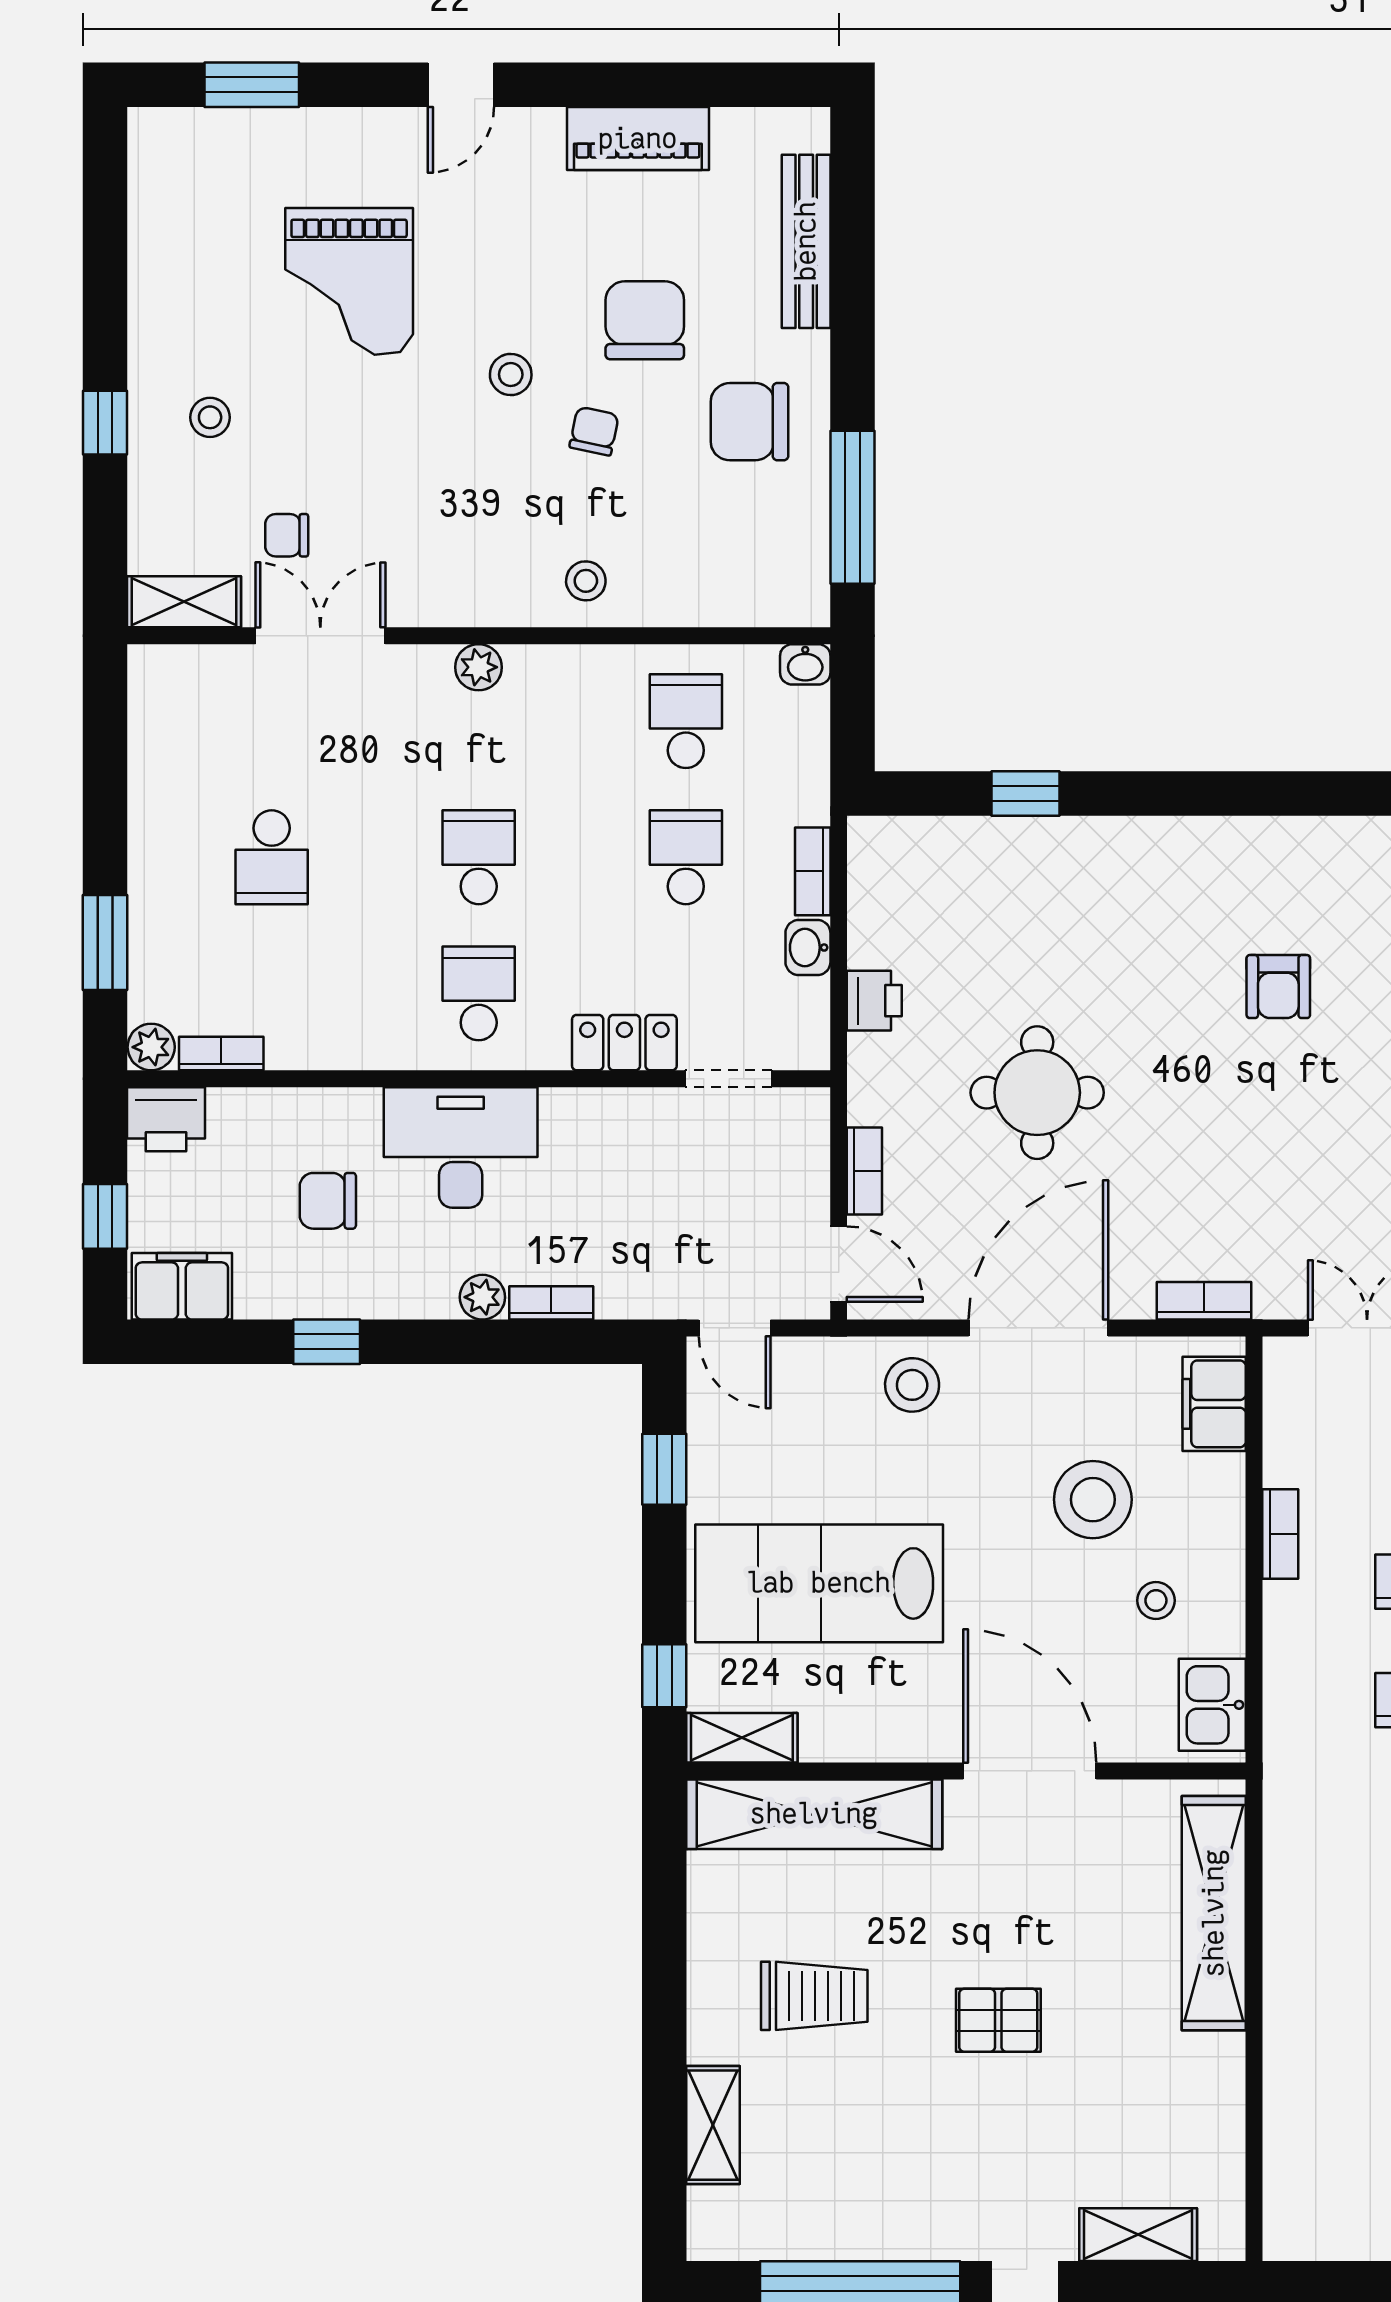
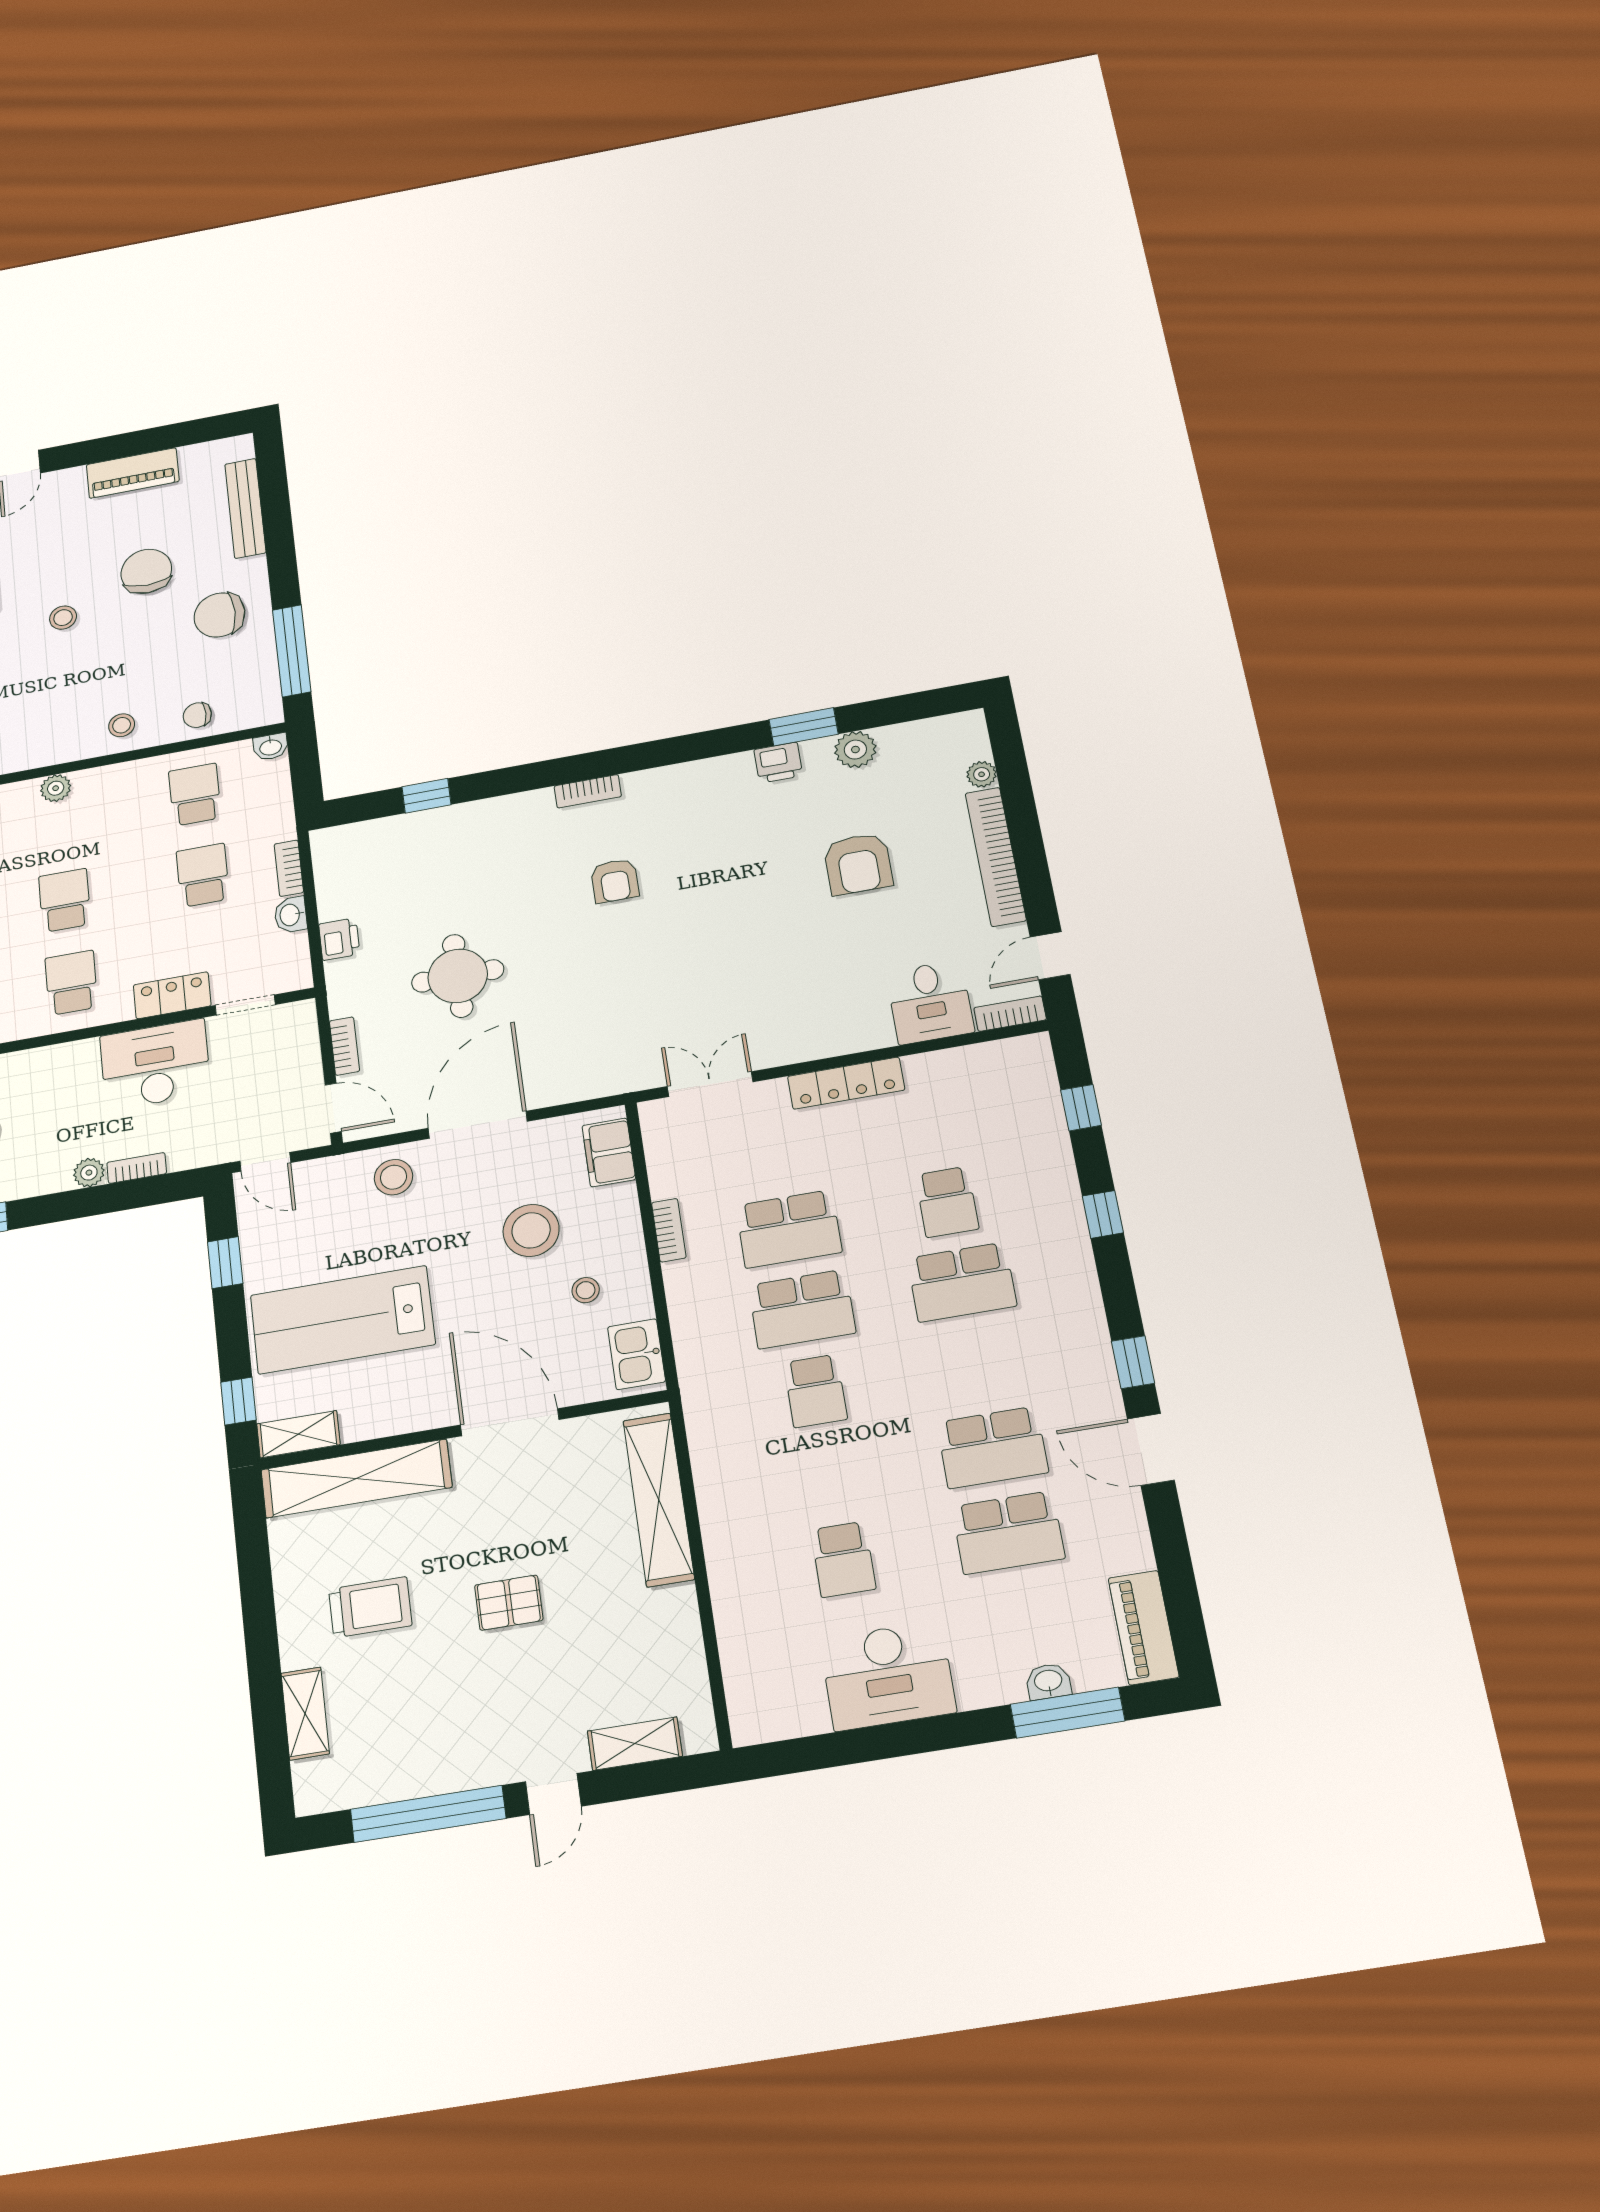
chair: (594, 431) -> (197, 715), moved, turned -102
desk: (461, 1147) -> (155, 1065), moved
bookcase: (1204, 1301) -> (588, 791), moved, turned 180

